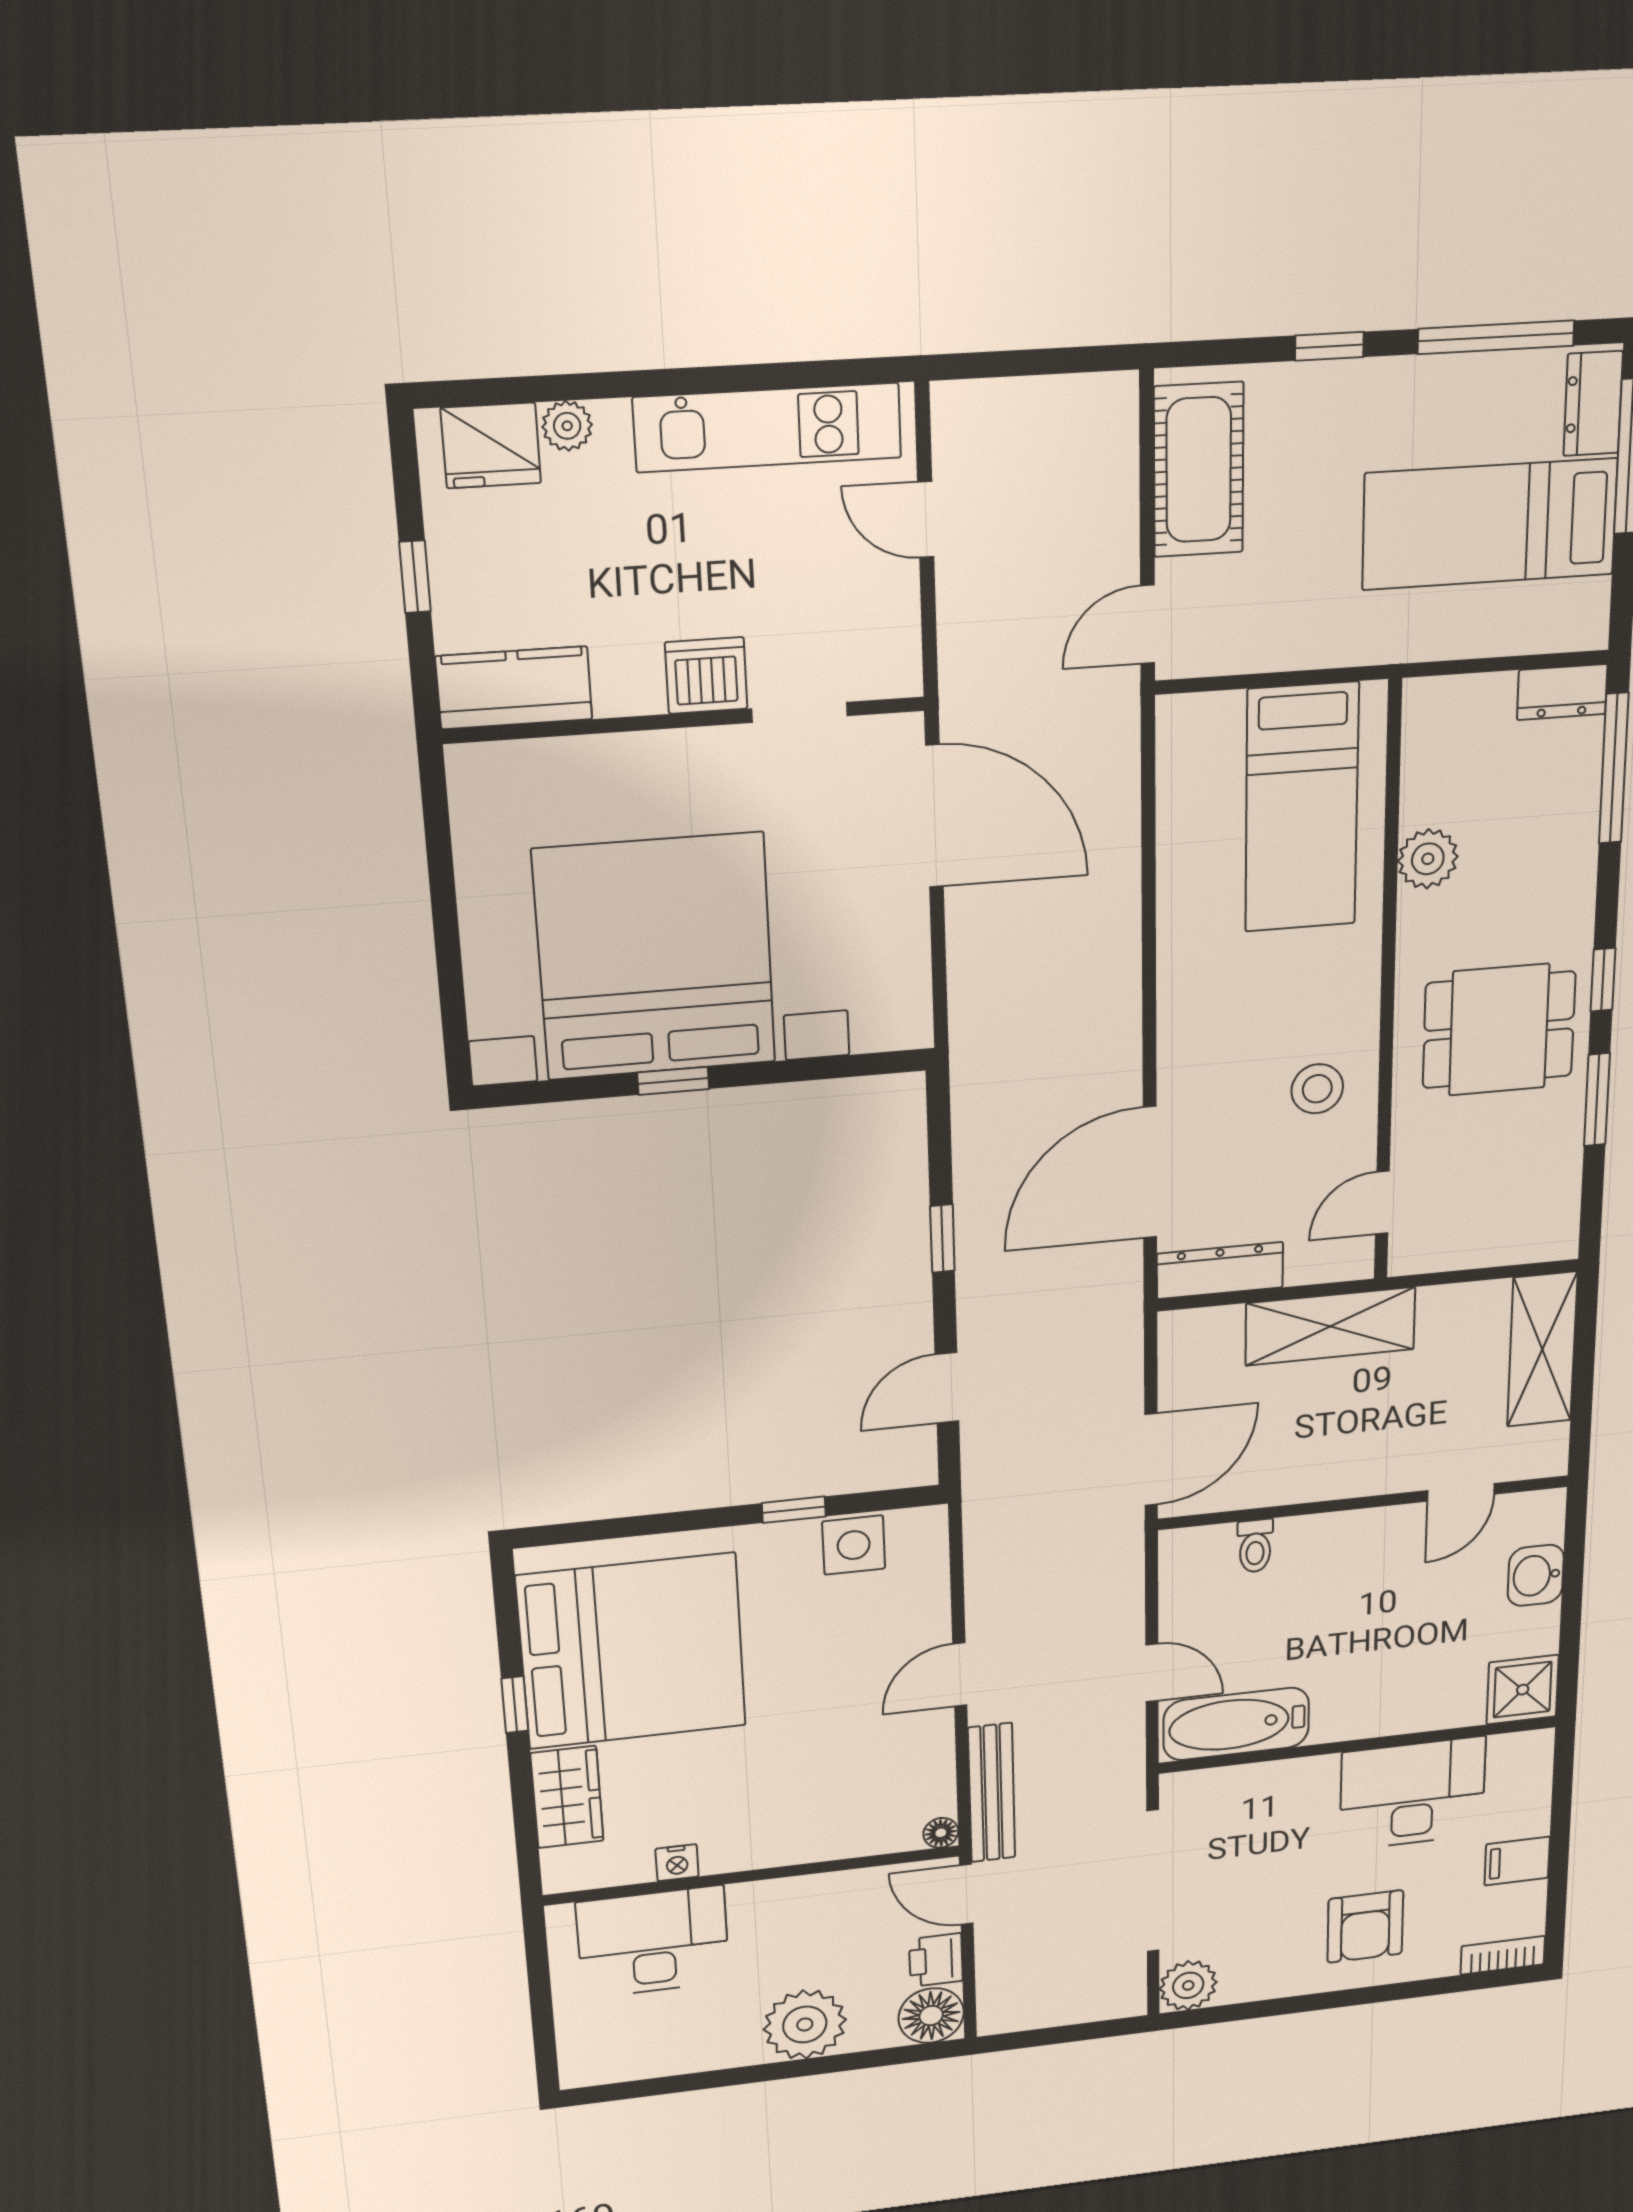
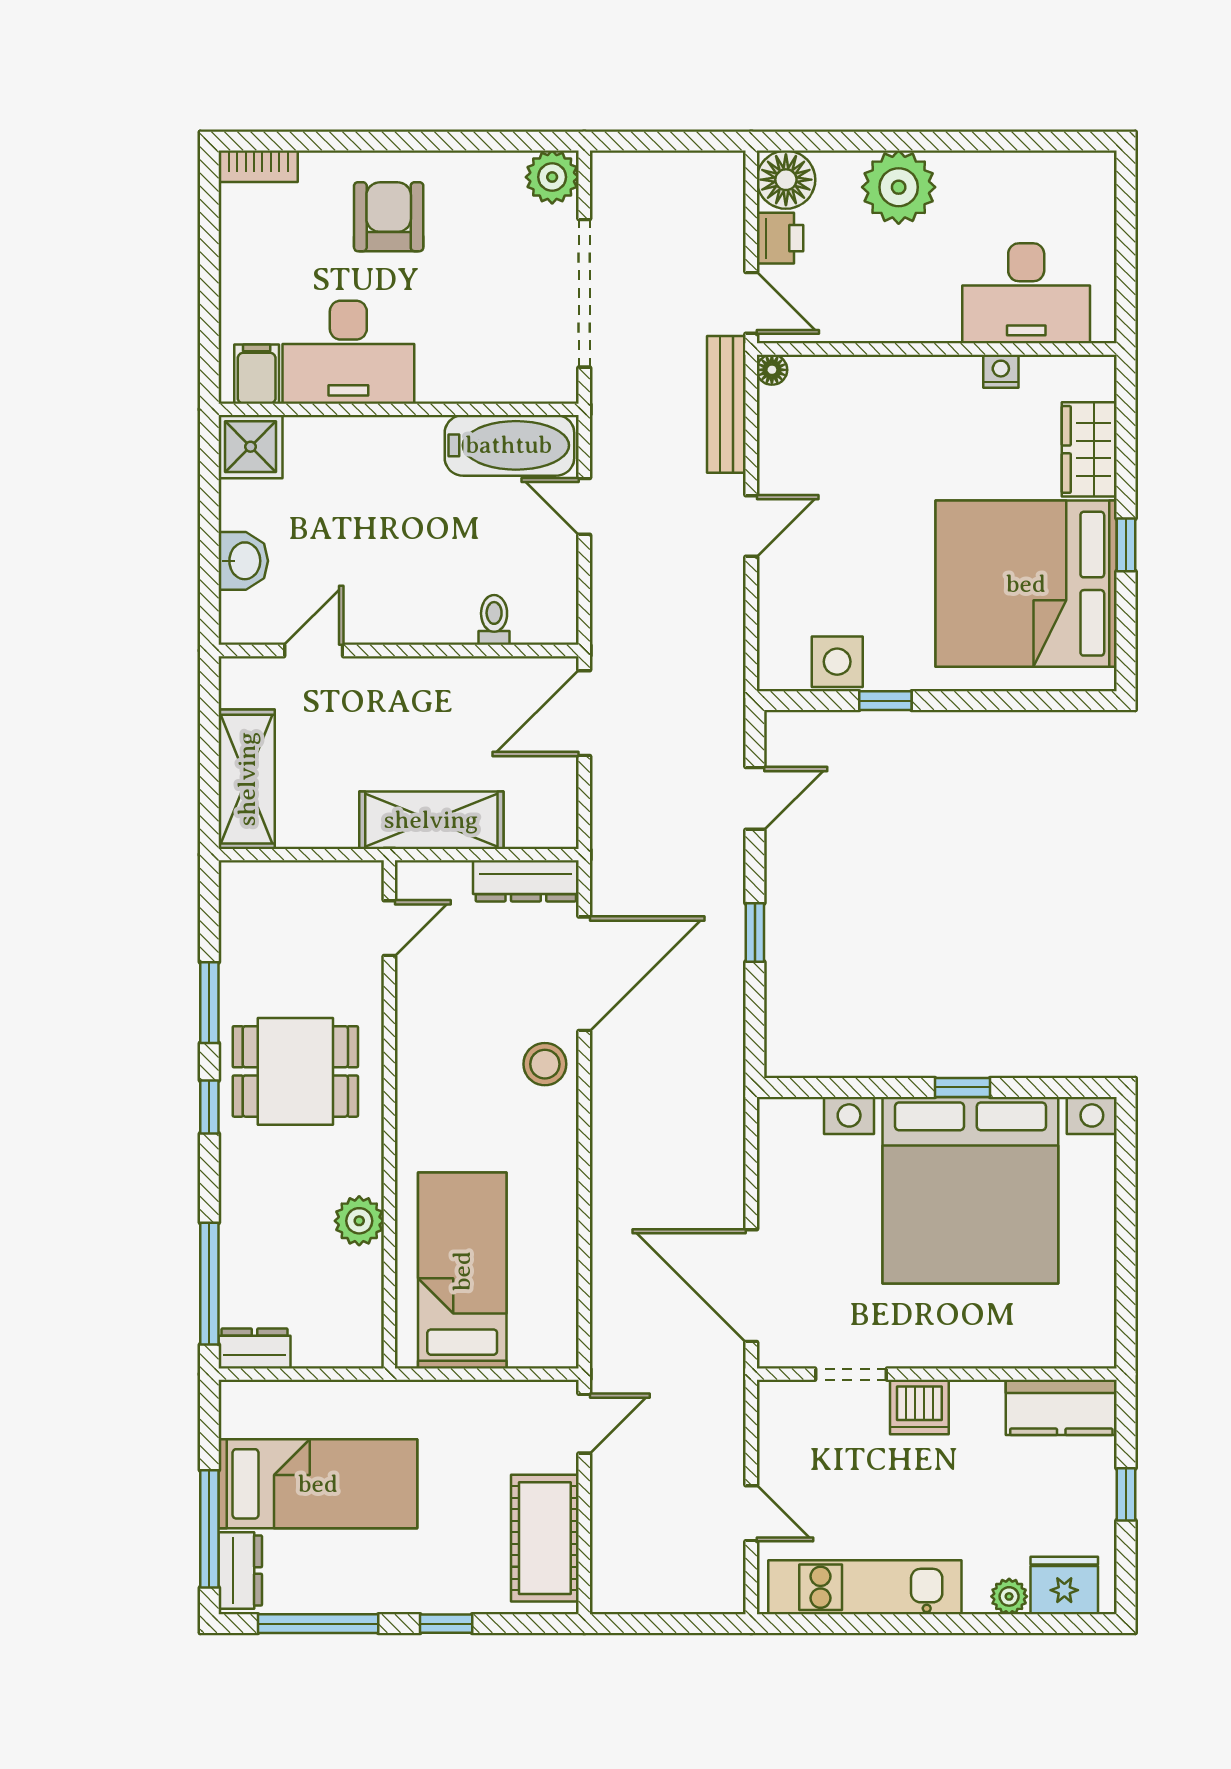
stool: (1317, 1089) -> (545, 1064), moved
filing cabinet: (1517, 1861) -> (257, 374), moved, turned -90

